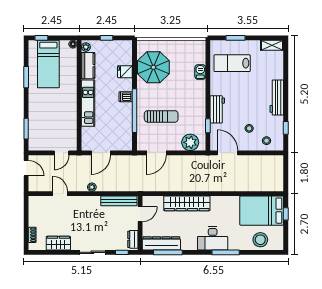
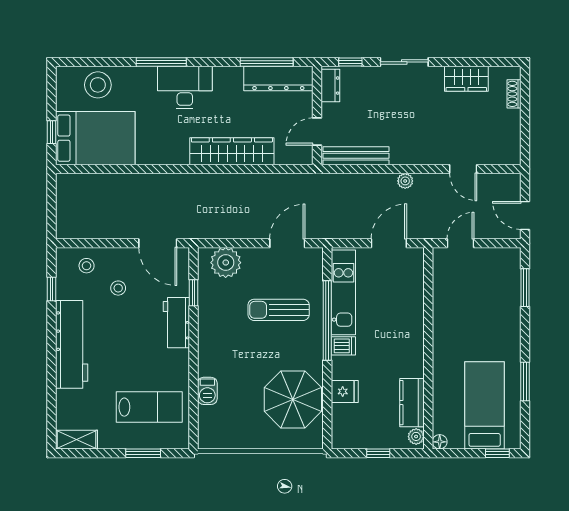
workbench: (277, 98) -> (72, 344), width x1.36, depth x1.32
kitchen unit: (88, 103) -> (343, 292), moved, turned 180

